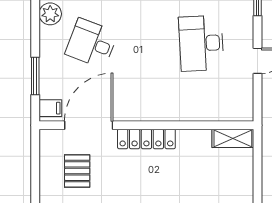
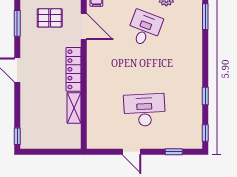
door: (89, 125) -> (84, 26), width x0.73
shelving: (233, 138) -> (74, 108), moved

